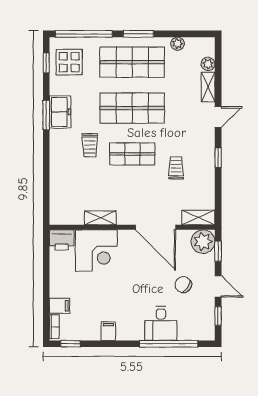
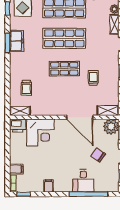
trolley: (90, 145) -> (26, 88), moved
shelving: (100, 218) -> (20, 111), moved

